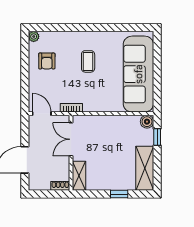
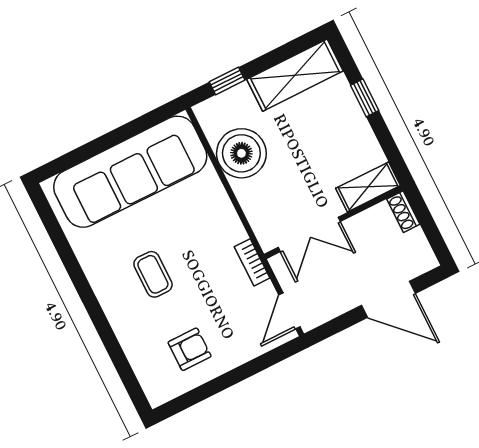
plant: (34, 36) -> (157, 395), removed
coffee table: (88, 61) -> (153, 274), turned 90
boiler: (147, 122) -> (241, 153), moved, width x1.86, depth x1.86

